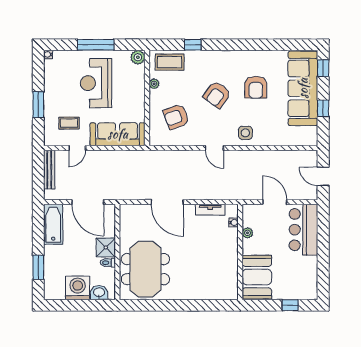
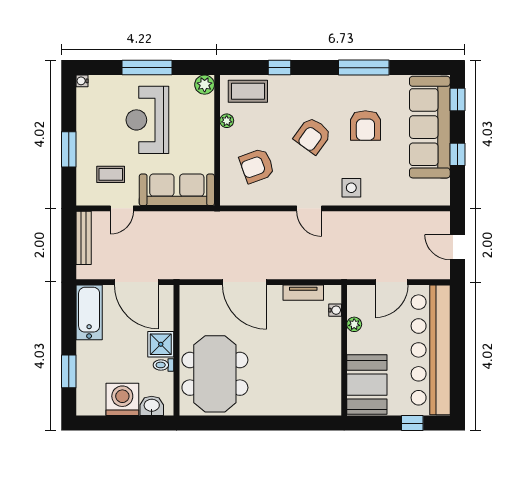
window: (254, 45) -> (364, 68), added
door: (275, 202) -> (392, 282), swing flipped
bar counter: (303, 230) -> (431, 350), width x1.86

